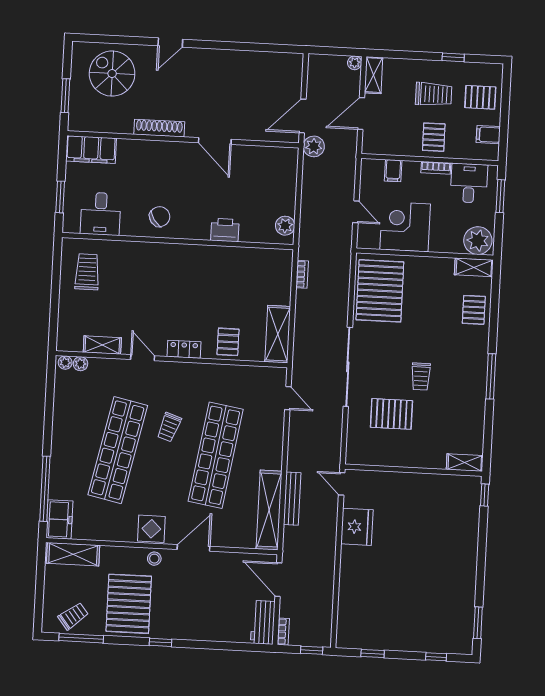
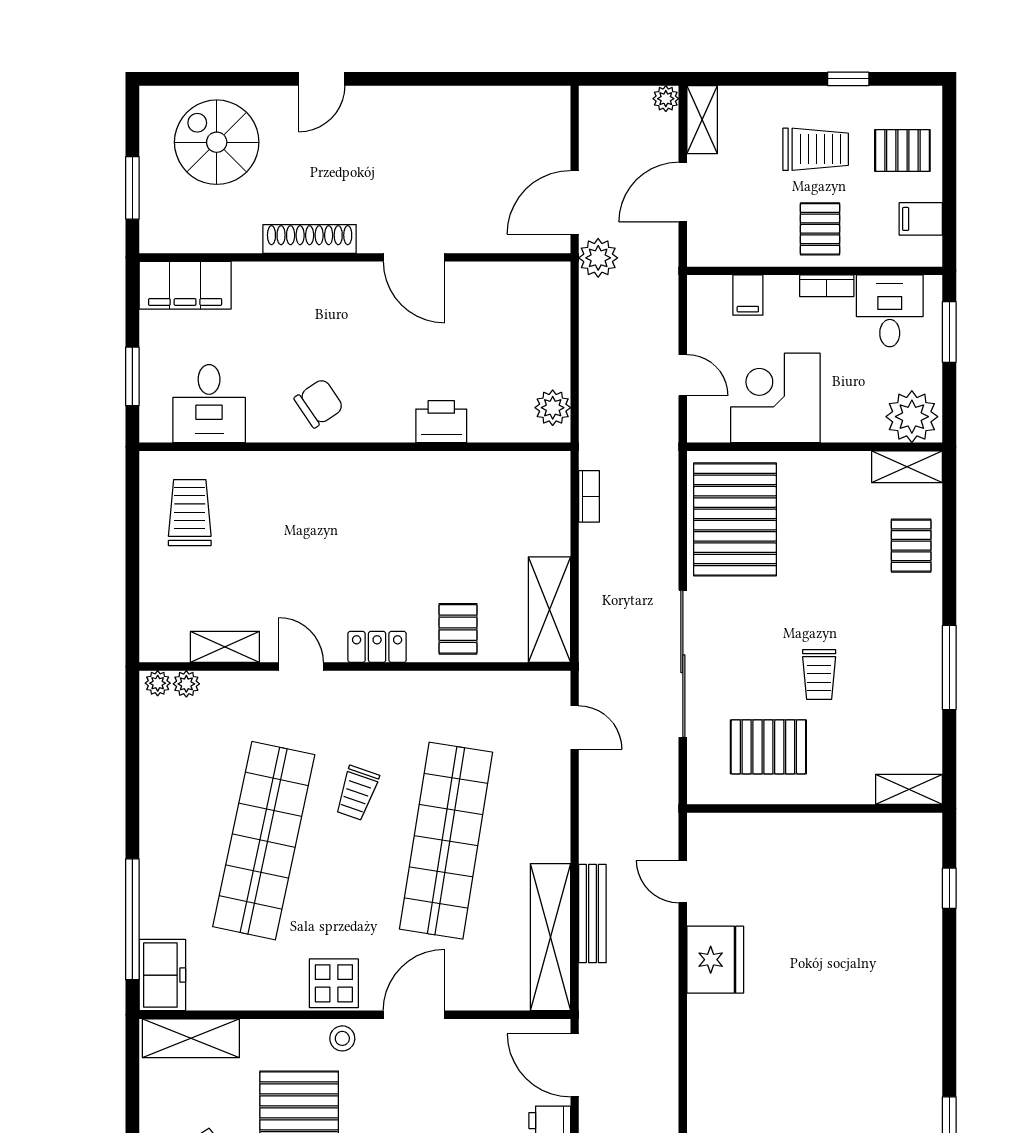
shelving: (465, 463) -> (909, 789), moved
wall: (413, 470) -> (815, 809), moved

